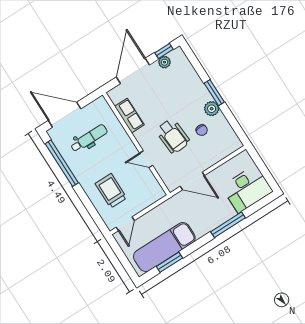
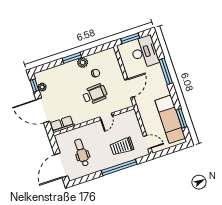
row of seats: (129, 116) -> (62, 124), moved
window: (62, 163) -> (119, 167), moved
window: (261, 165) -> (130, 38), added

